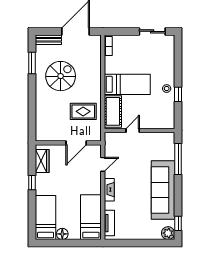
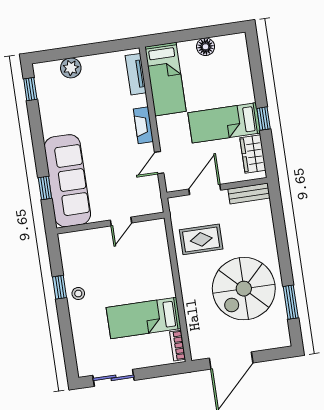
bench: (48, 40) -> (249, 193), moved
spiral stairs: (61, 76) -> (244, 289), width x1.37, depth x1.37
bed: (127, 84) -> (144, 318), moved
cot: (113, 111) -> (156, 246), removed
window: (178, 159) -> (45, 188), width x0.46
sofa: (163, 190) -> (67, 181), moved
bed: (46, 218) -> (224, 123), moved, turned 90
plant: (168, 233) -> (71, 68), moved

